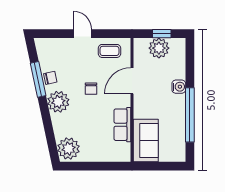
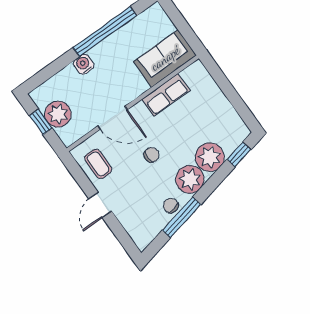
window: (52, 144) -> (239, 154), added
plant: (69, 149) -> (210, 157), moved

